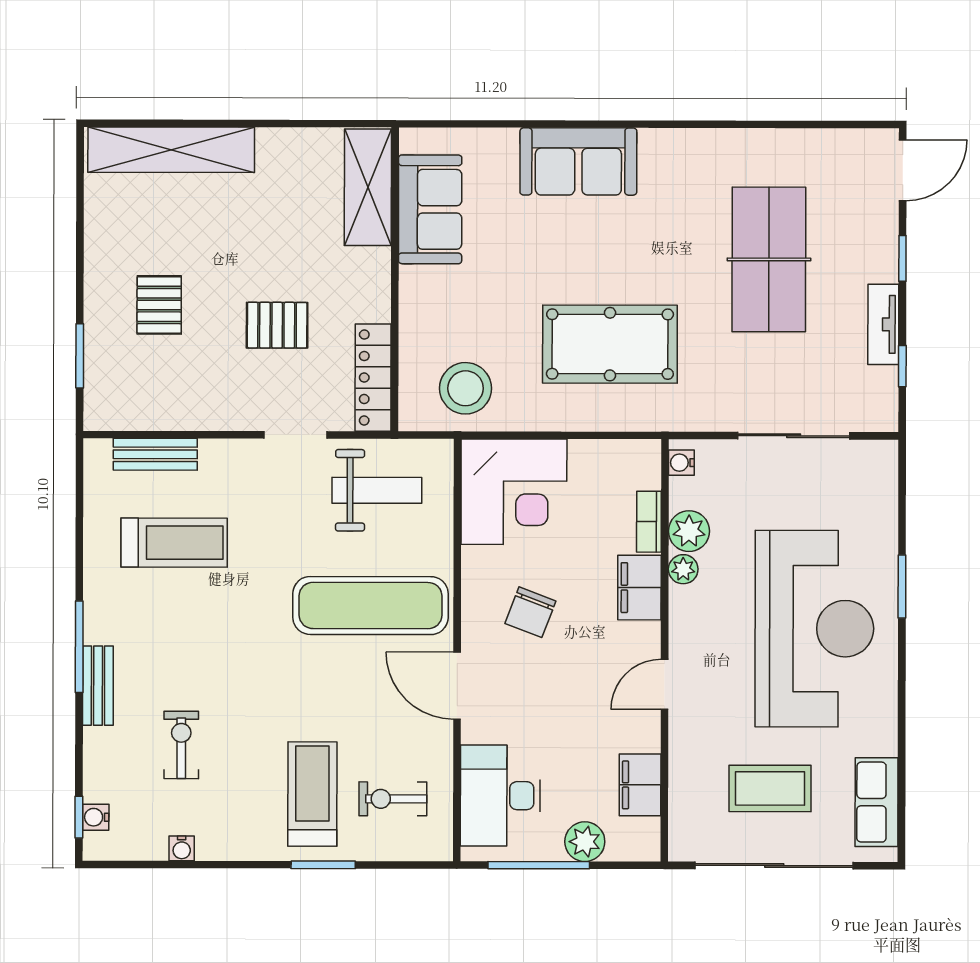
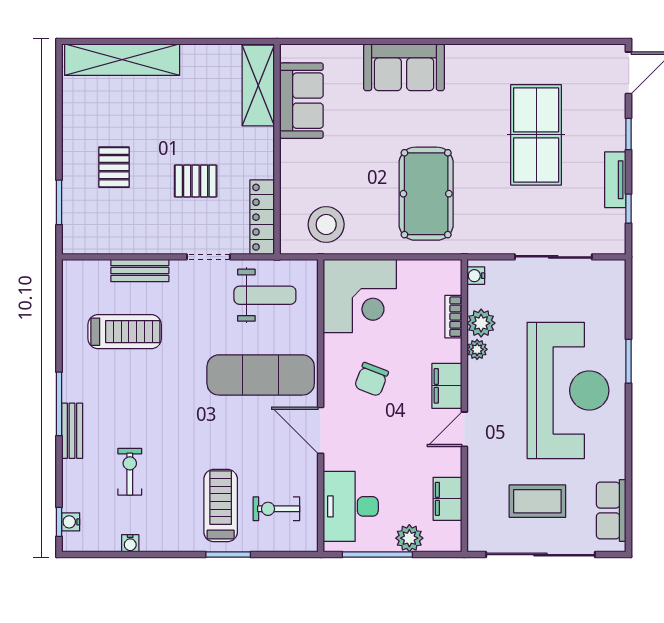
pool table: (610, 344) -> (426, 194), turned 90
bench: (155, 454) -> (140, 271), moved
filing cabinet: (639, 588) -> (447, 386), moved

